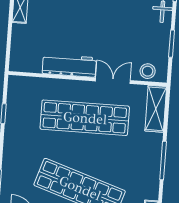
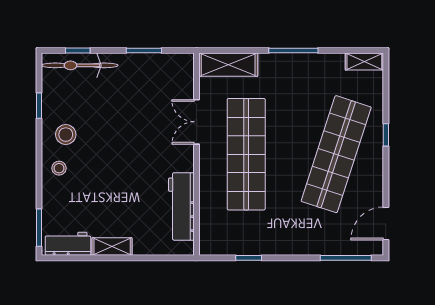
workbench: (69, 66) -> (181, 206), moved
stool: (148, 71) -> (181, 79), removed

